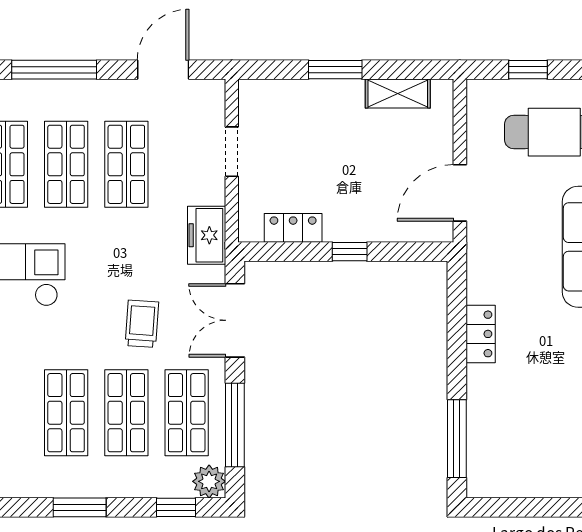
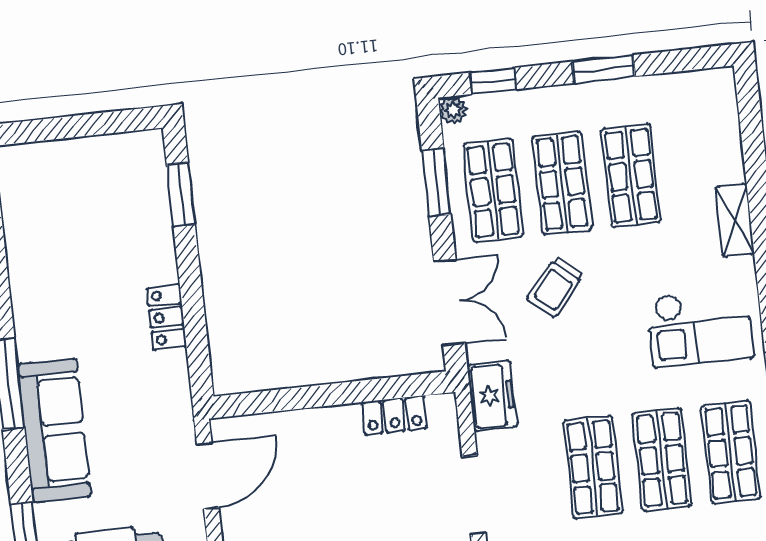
doorway: (232, 152) -> (474, 495), width x1.38
window: (350, 252) -> (327, 395), removed
trolley: (142, 324) -> (555, 287), turned 36
window: (235, 425) -> (436, 182), width x0.69
window: (457, 439) -> (181, 194), width x0.69
plant: (209, 481) -> (453, 110), width x0.73, depth x0.73

